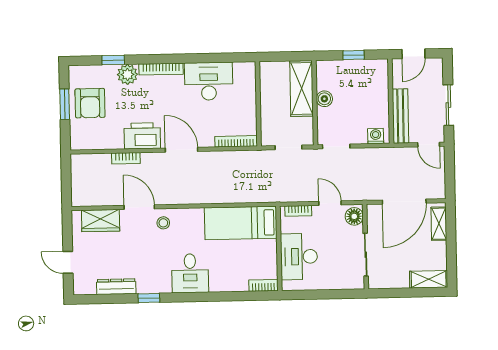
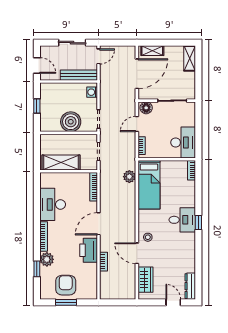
shelving: (302, 88) -> (61, 163), moved
boiler: (324, 99) -> (71, 122), width x1.86, depth x1.86
armchair: (90, 103) -> (66, 285), turned -90
plant: (252, 194) -> (129, 177), added
door: (404, 202) -> (137, 74), hinge flipped
door: (139, 207) -> (137, 253), hinge flipped
desk: (299, 257) -> (183, 142), moved, turned -90
door: (68, 262) -> (173, 302), swing flipped
dresser: (116, 287) -> (190, 286), moved
window: (149, 298) -> (198, 222), moved

